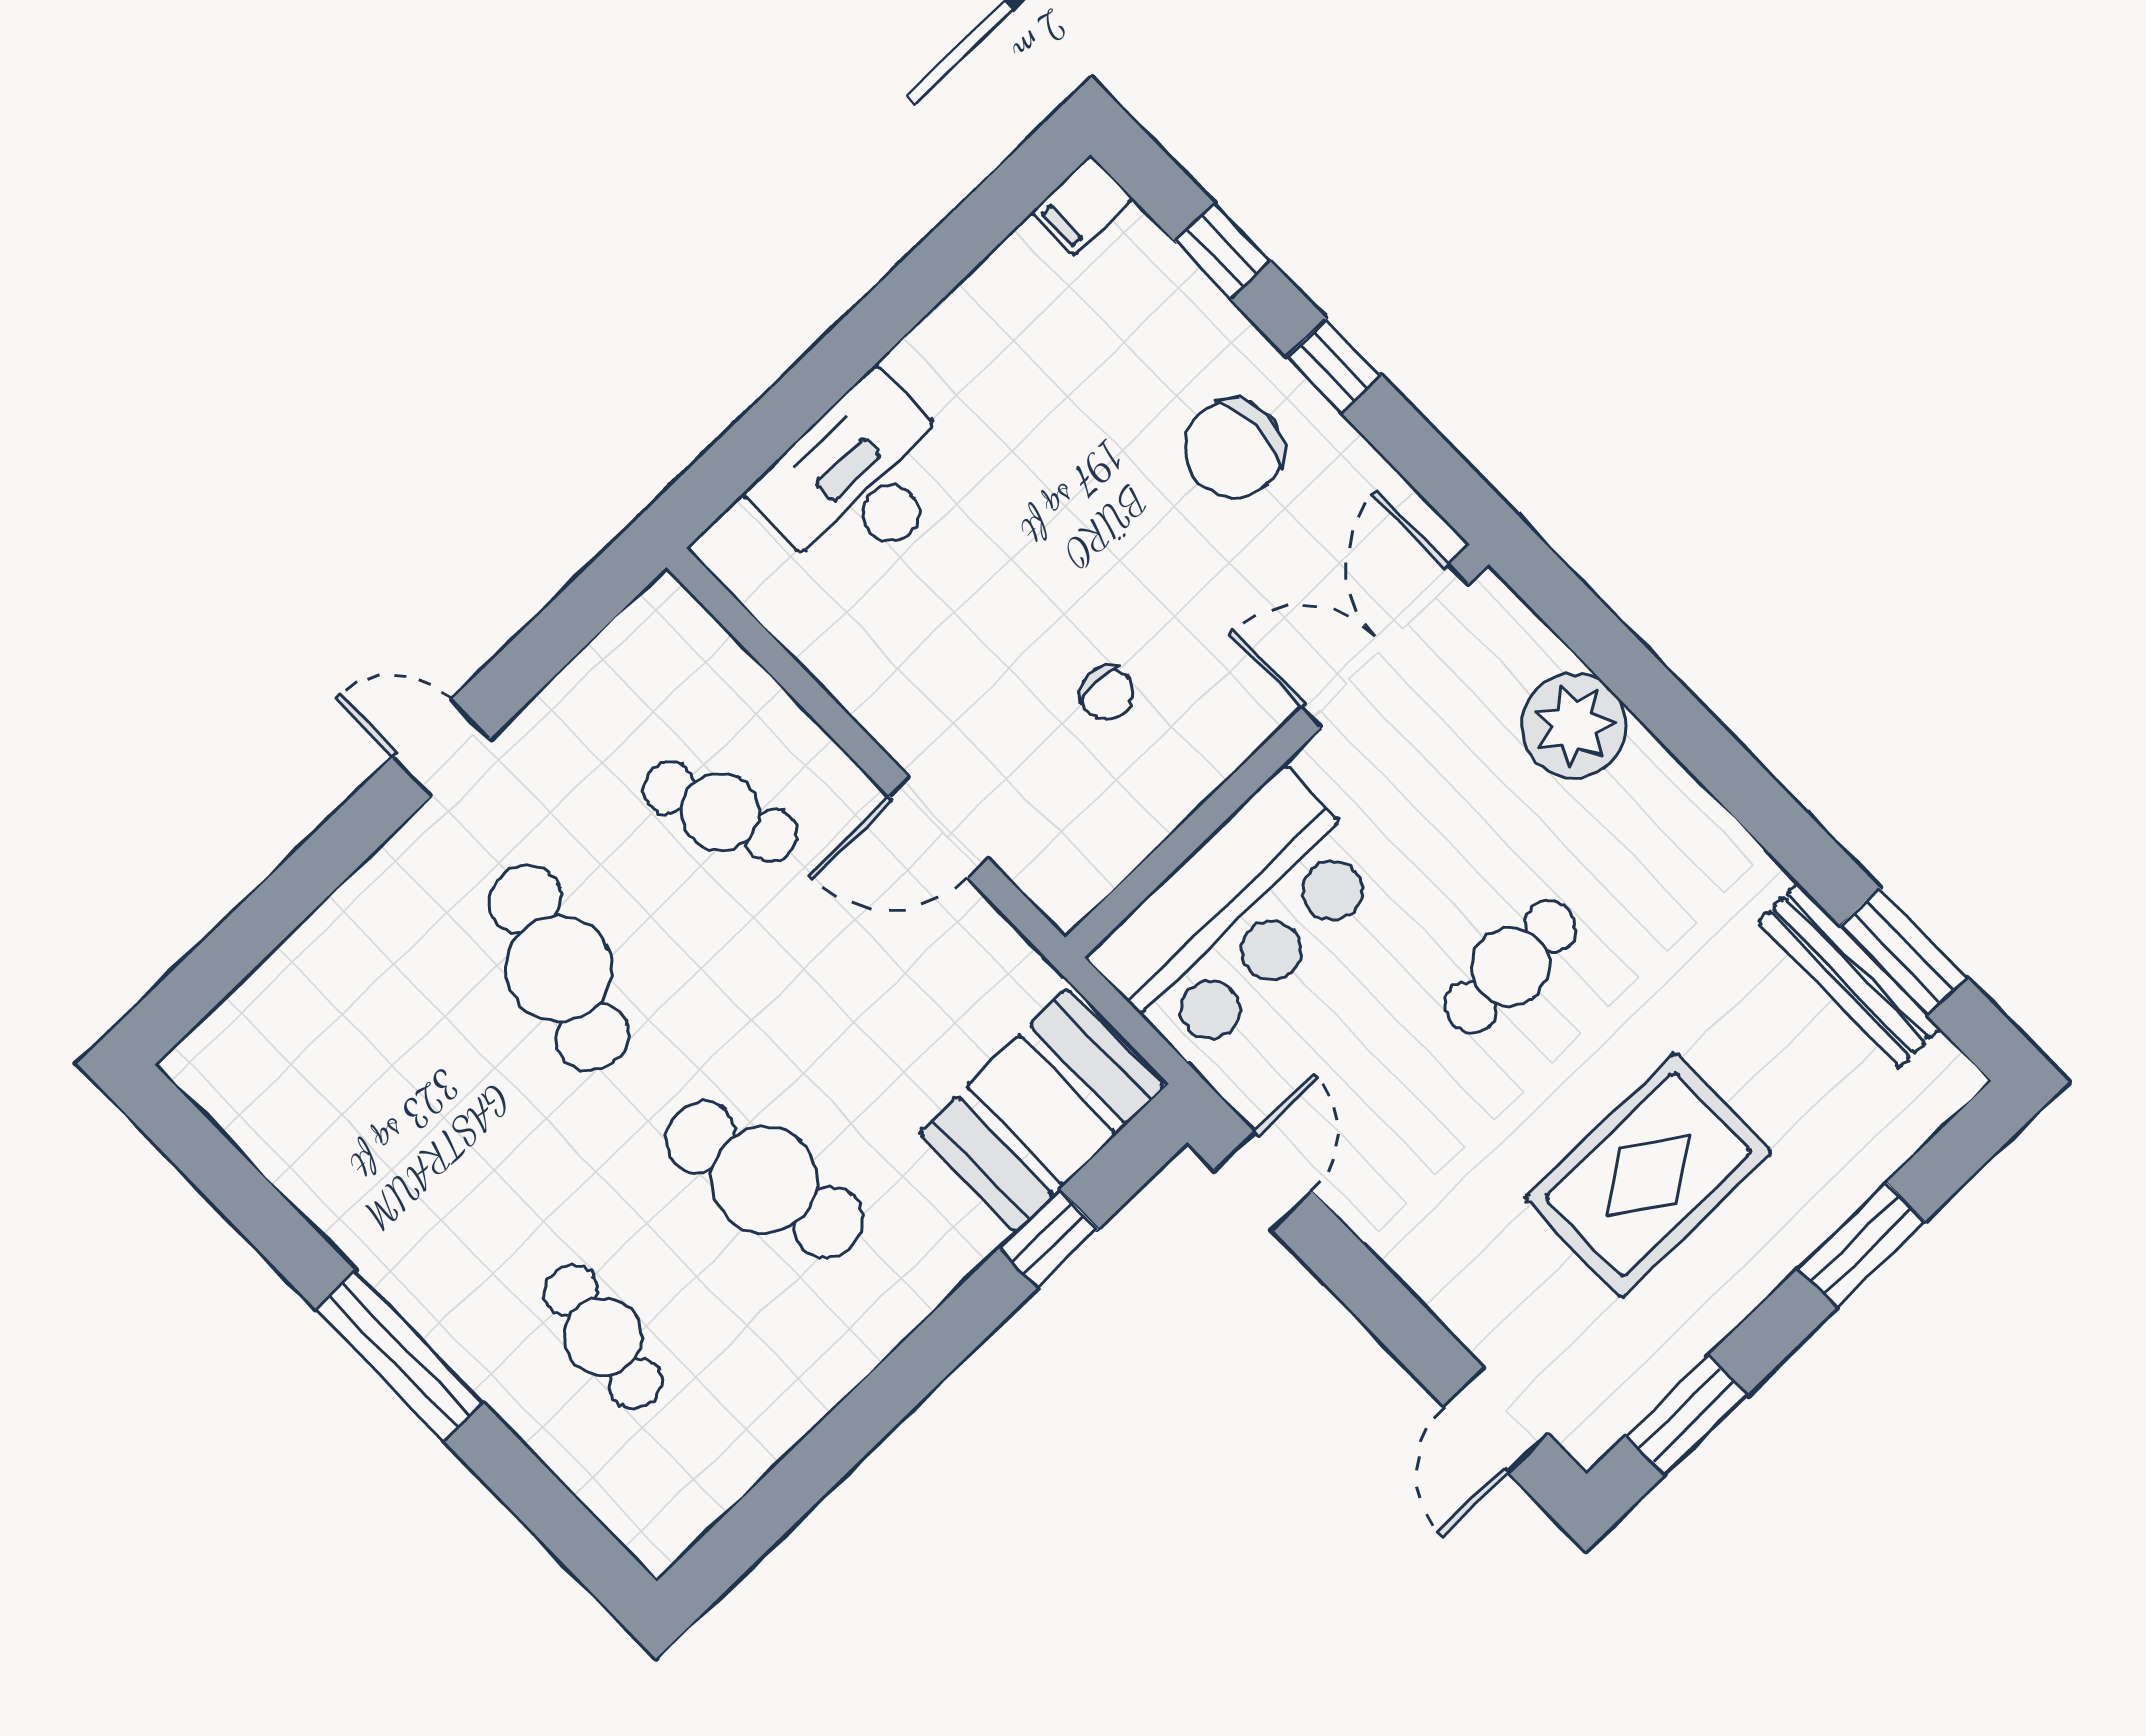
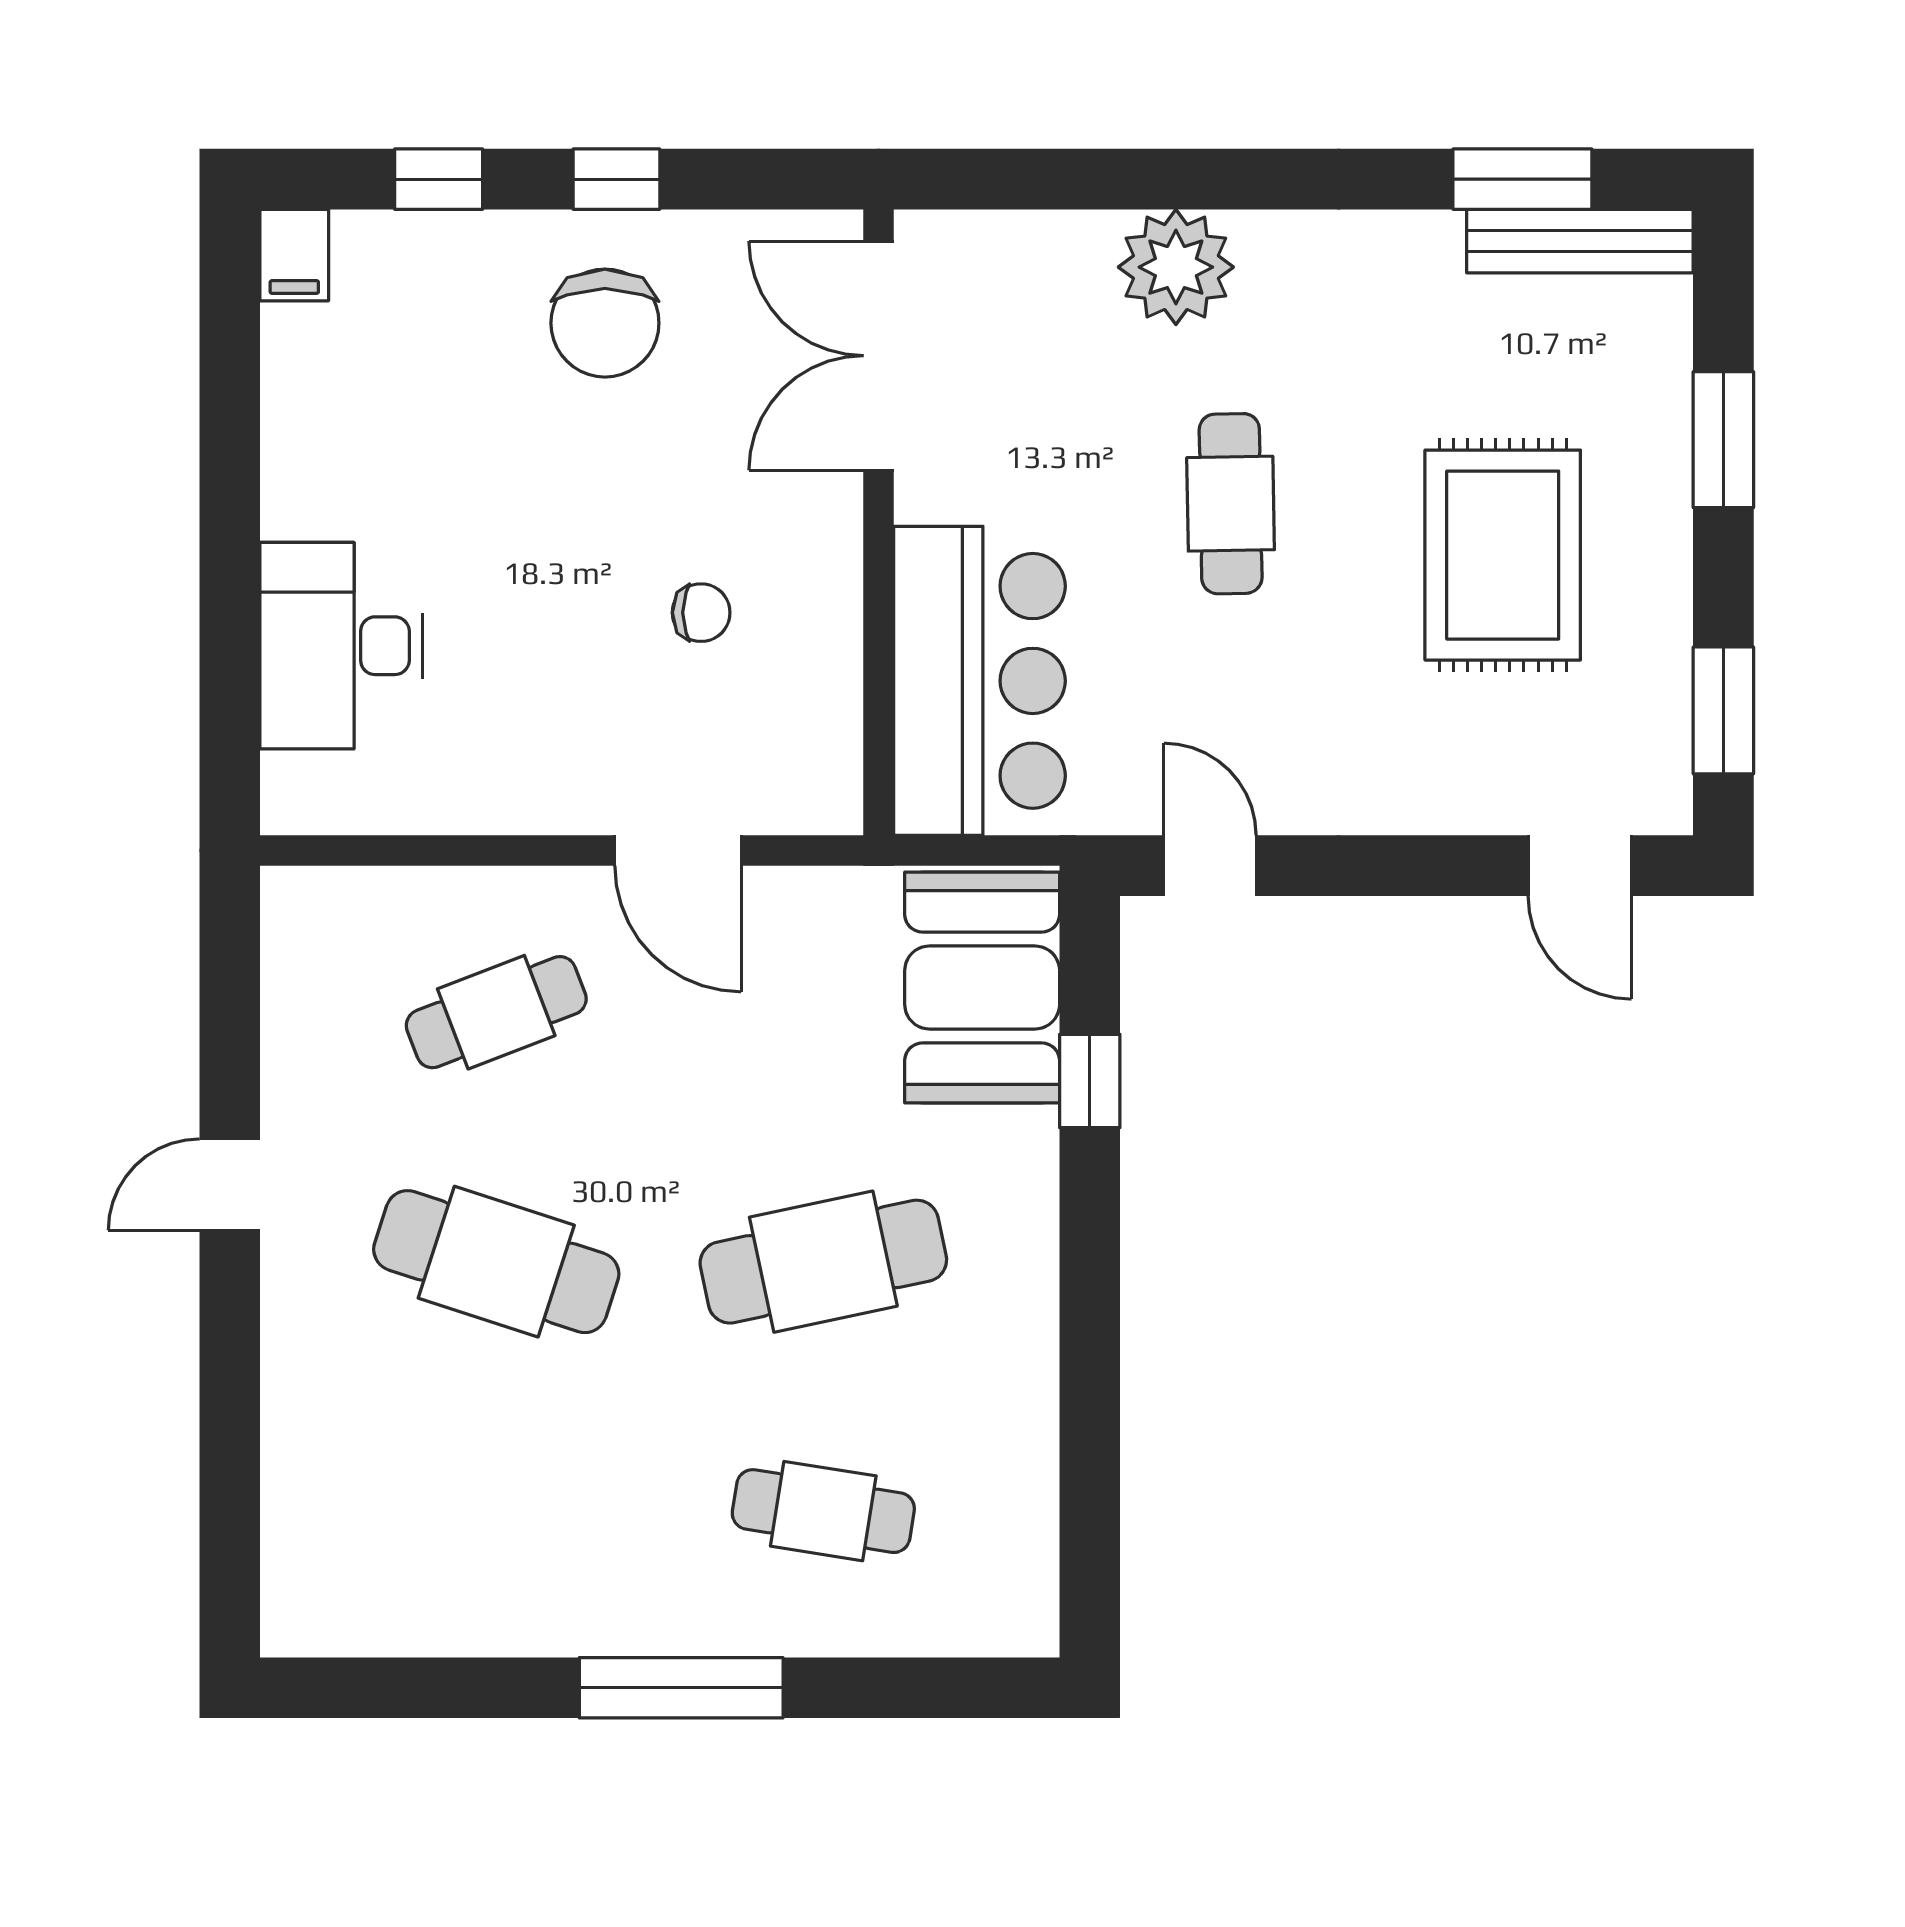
plant: (1574, 726) -> (1176, 267), moved
door: (939, 828) -> (678, 851), hinge flipped
bench: (1849, 975) -> (1580, 241), moved

